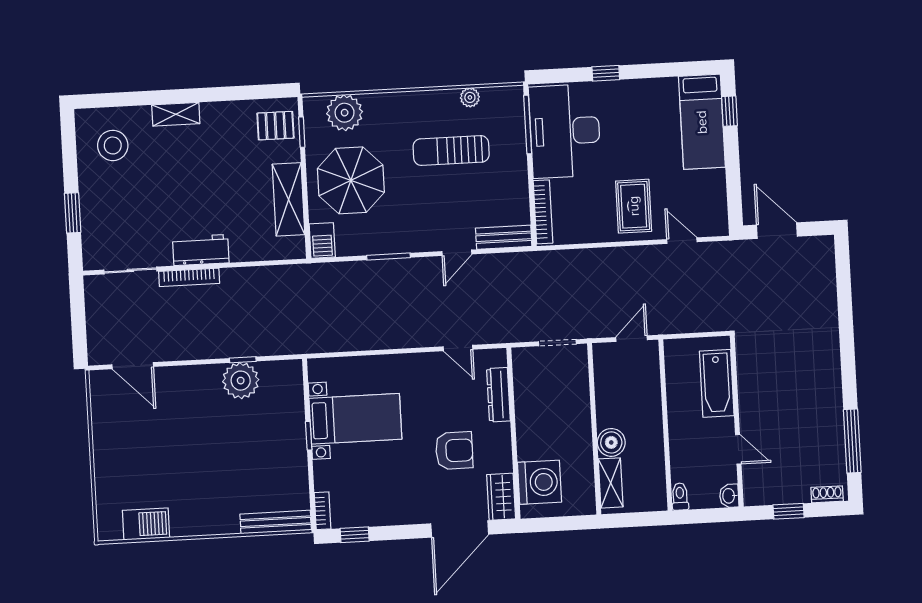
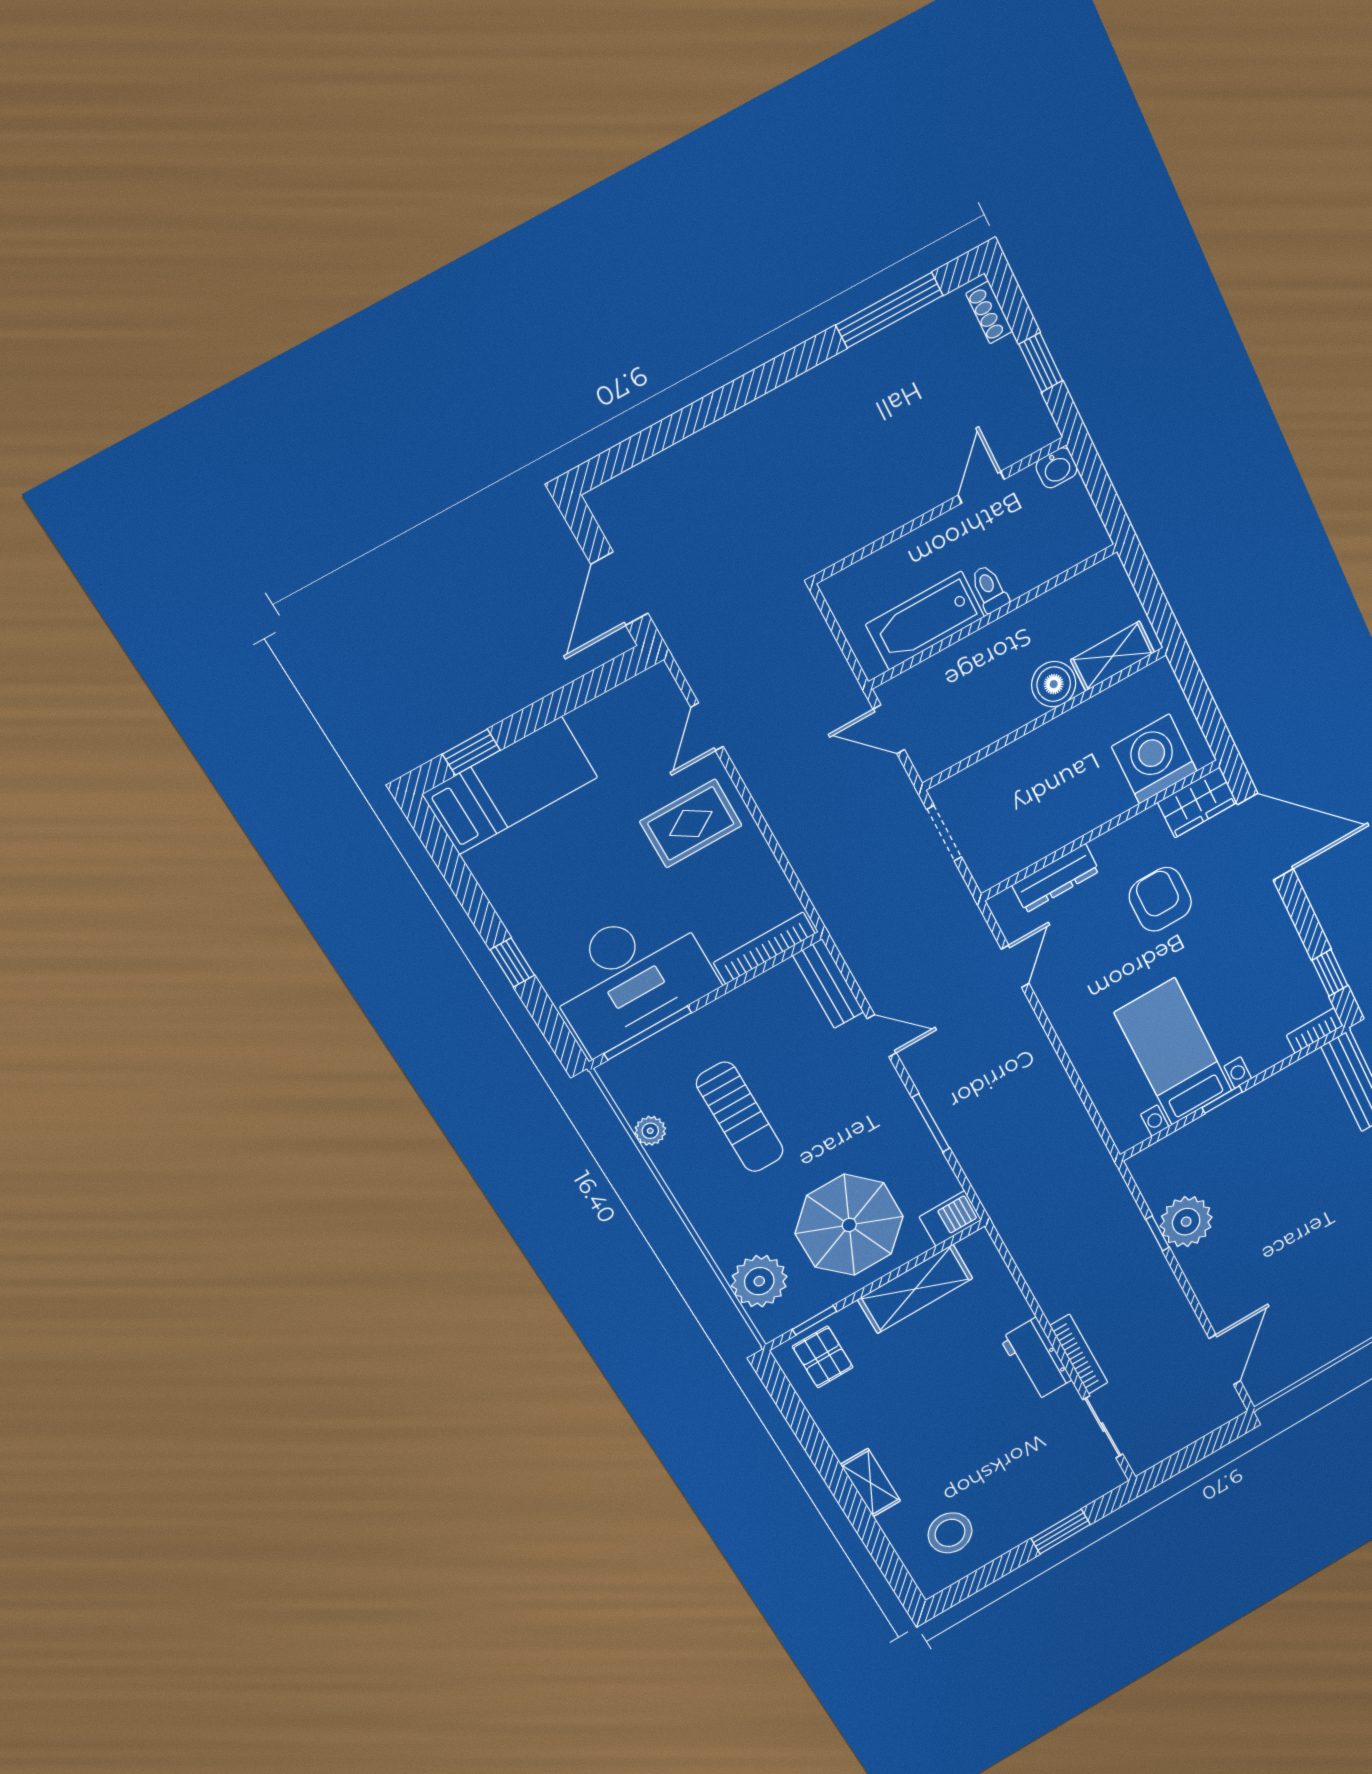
bathtub: (717, 383) -> (925, 621), moved, turned 180
toilet: (680, 496) -> (989, 589), moved, turned 90

